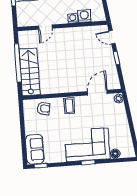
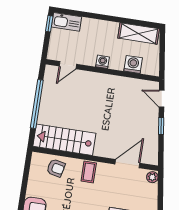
washing machine: (73, 18) -> (102, 62), moved
door: (45, 27) -> (68, 65), moved
stairs: (29, 72) -> (64, 140), moved, turned -90

